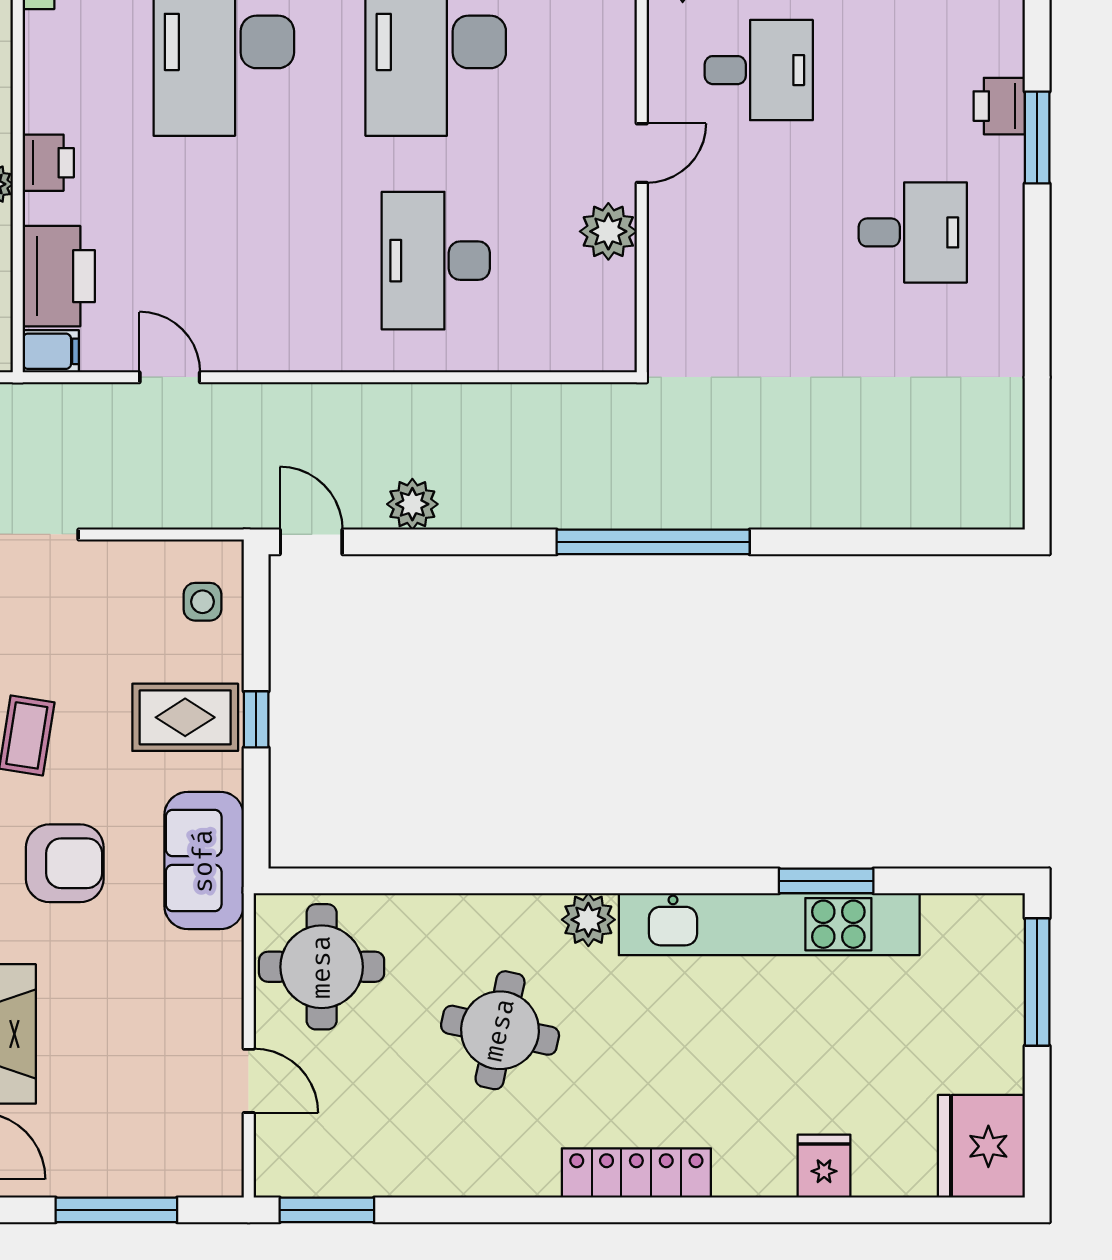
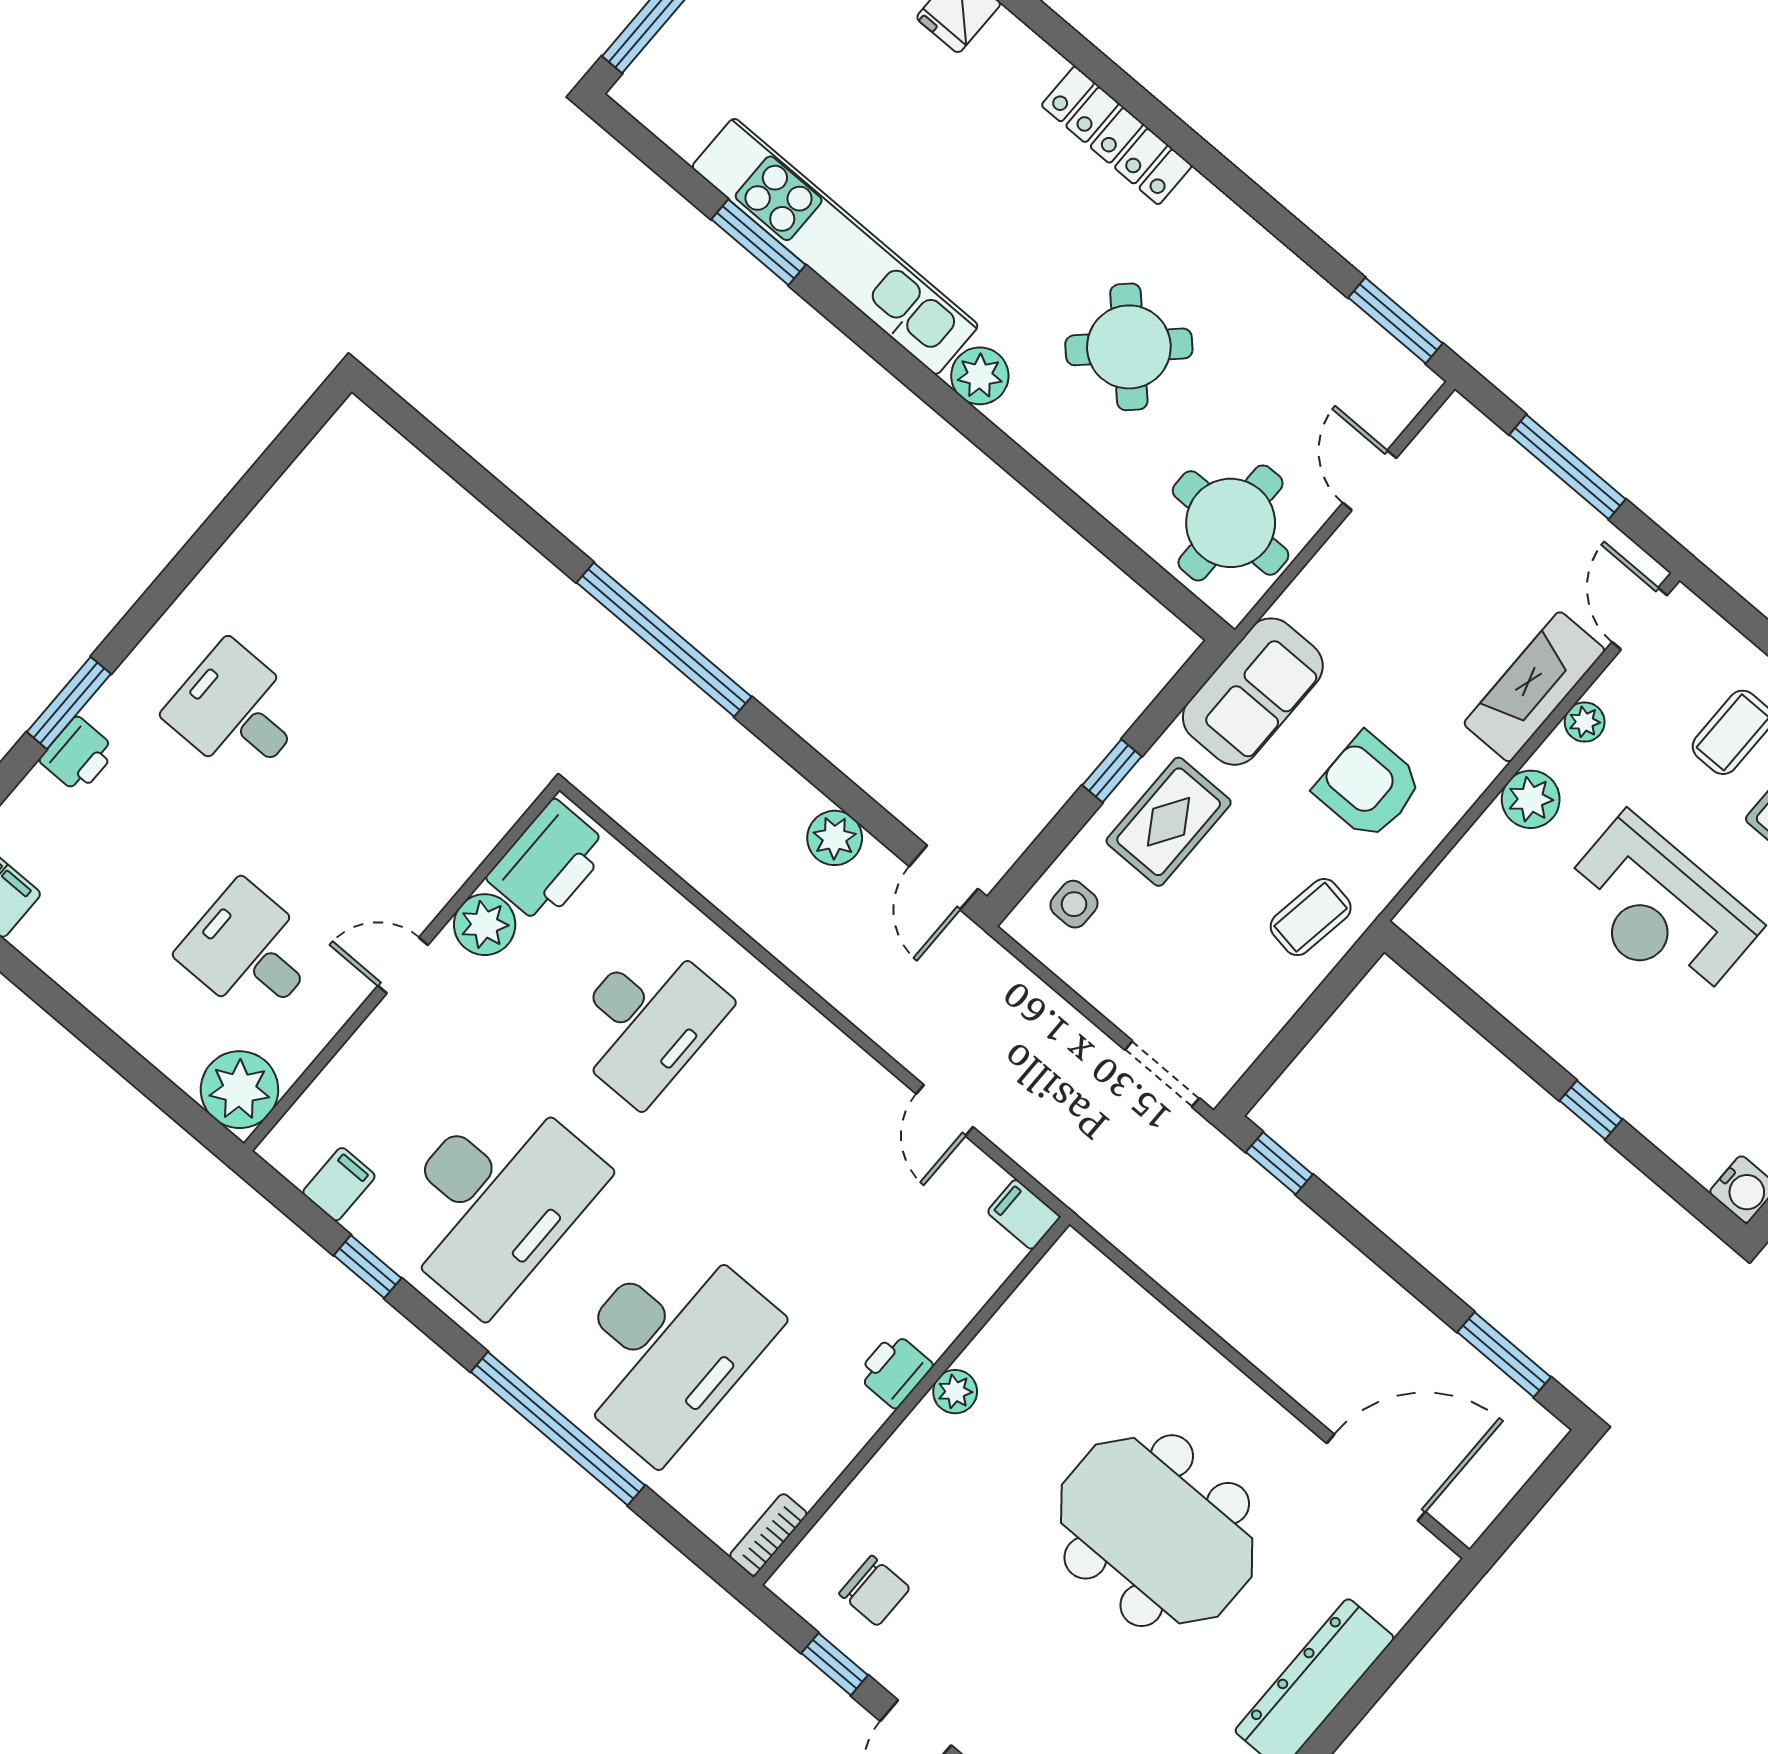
printer: (59, 276) -> (548, 862), moved, turned 180
rug: (185, 717) -> (1169, 822), turned 90
round table: (500, 1030) -> (1129, 347), turned 34

